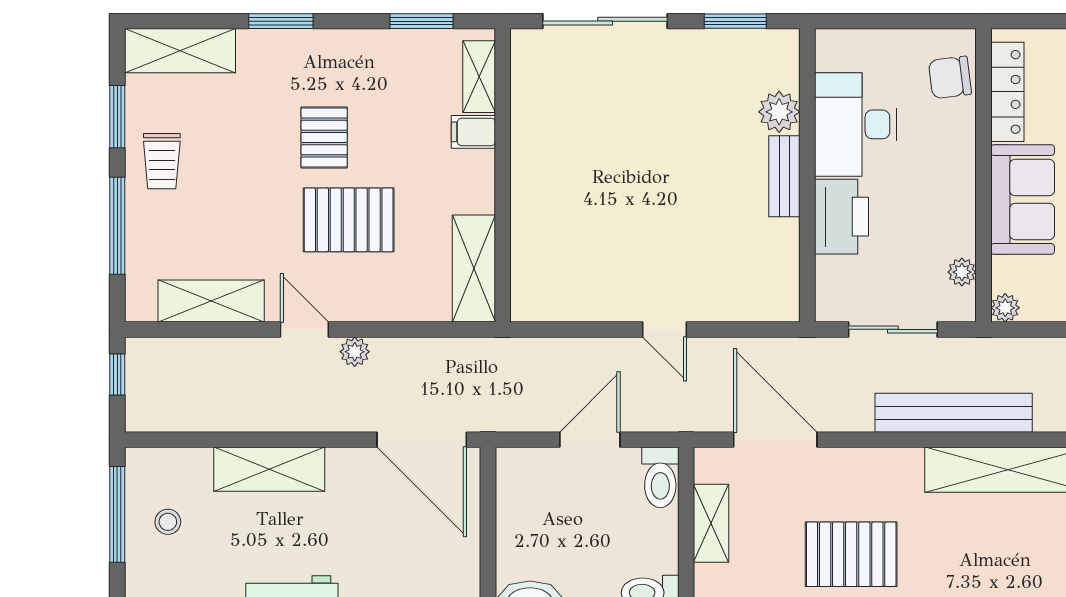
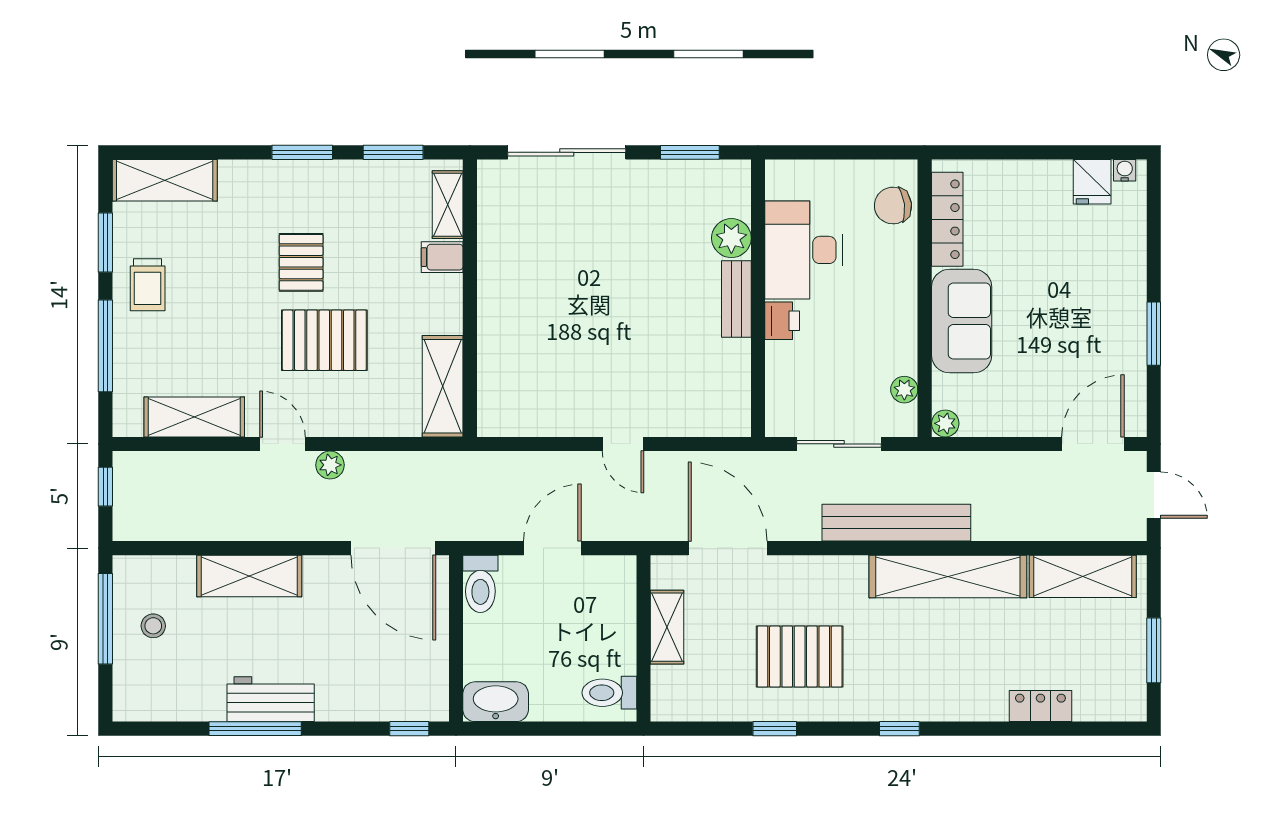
window: (281, 21) -> (302, 152), moved
printer: (842, 217) -> (782, 321), width x0.53, depth x0.68
toilet: (660, 477) -> (480, 584), moved

